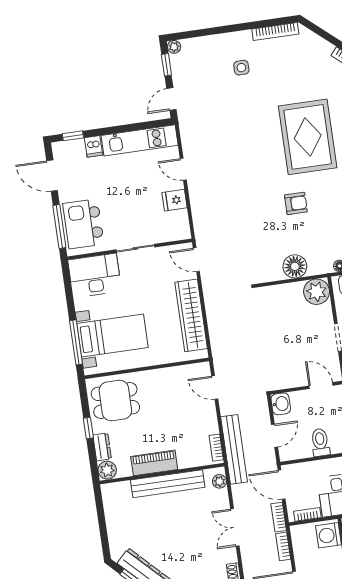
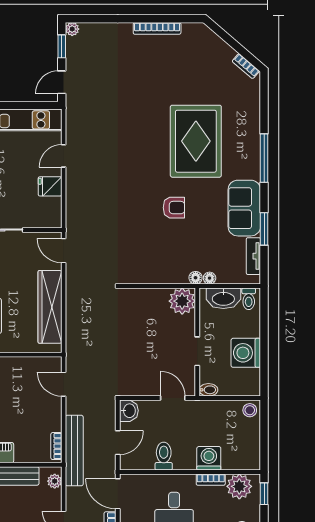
bookcase: (275, 32) -> (157, 28), moved
side table: (241, 68) -> (138, 60), removed
door: (183, 169) -> (64, 156), hinge flipped
floor lamp: (295, 266) -> (196, 278), moved, width x0.53, depth x0.53

